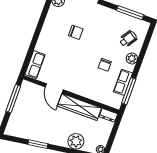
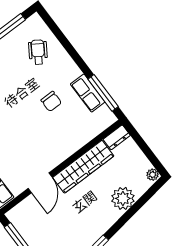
plant: (132, 58) -> (65, 63), removed
door: (54, 88) -> (40, 183), hinge flipped

